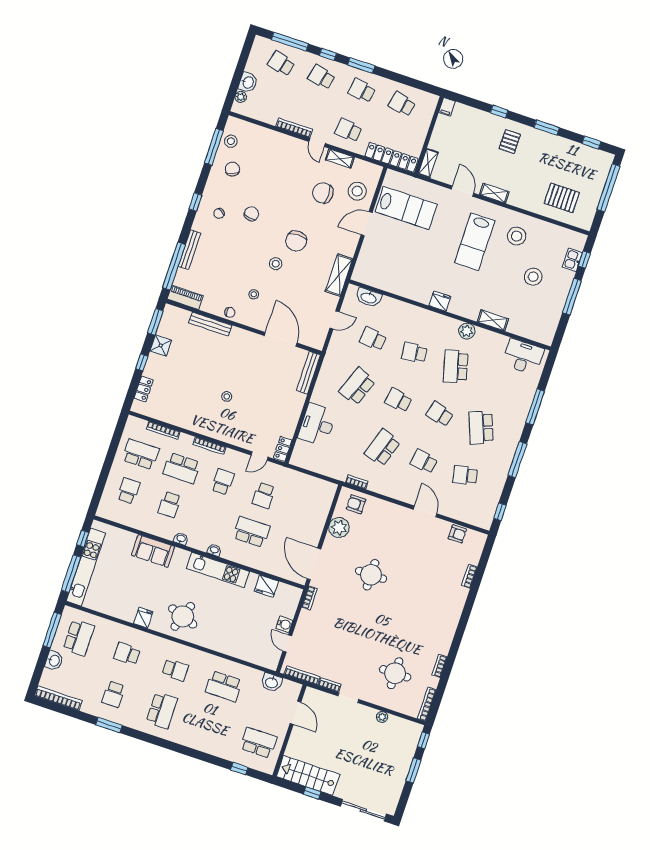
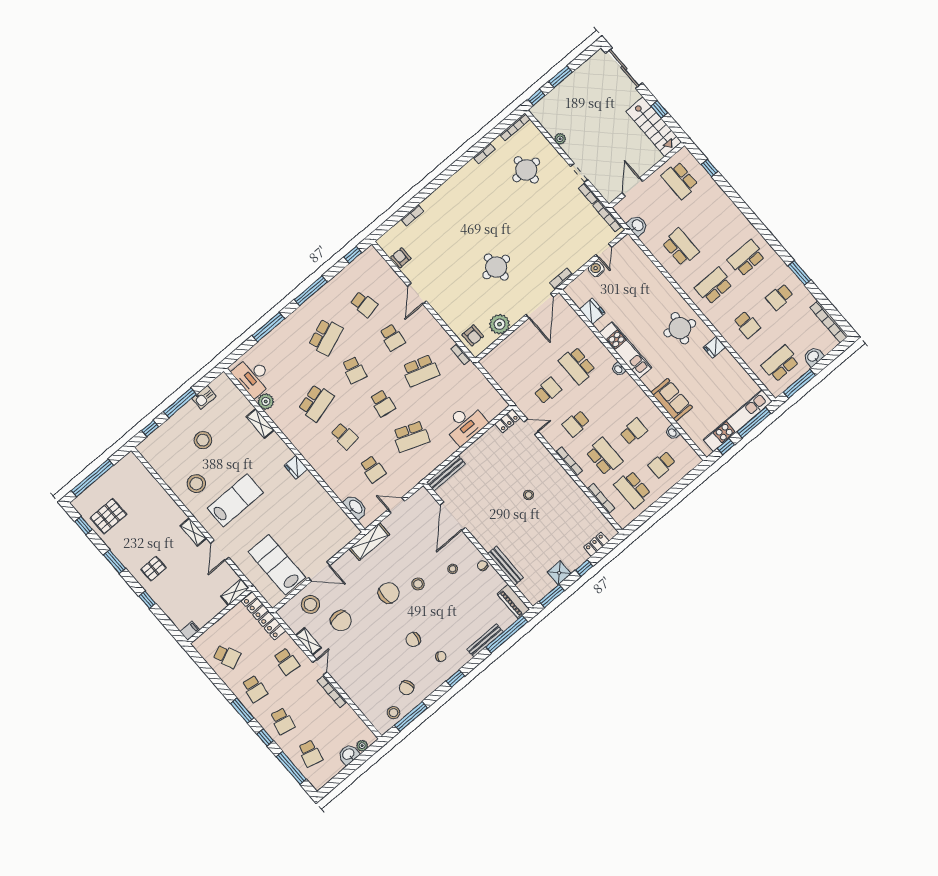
school desk: (402, 104) -> (227, 656), turned -36
pallet: (562, 198) -> (108, 516), moved, turned 90
kitchen sink: (572, 260) -> (204, 397), moved
plant: (467, 331) -> (266, 401), moved
washbasin: (181, 539) -> (673, 432), moved
school desk: (175, 670) -> (714, 286), width x1.85
school desk: (113, 694) -> (780, 297), turned 180

